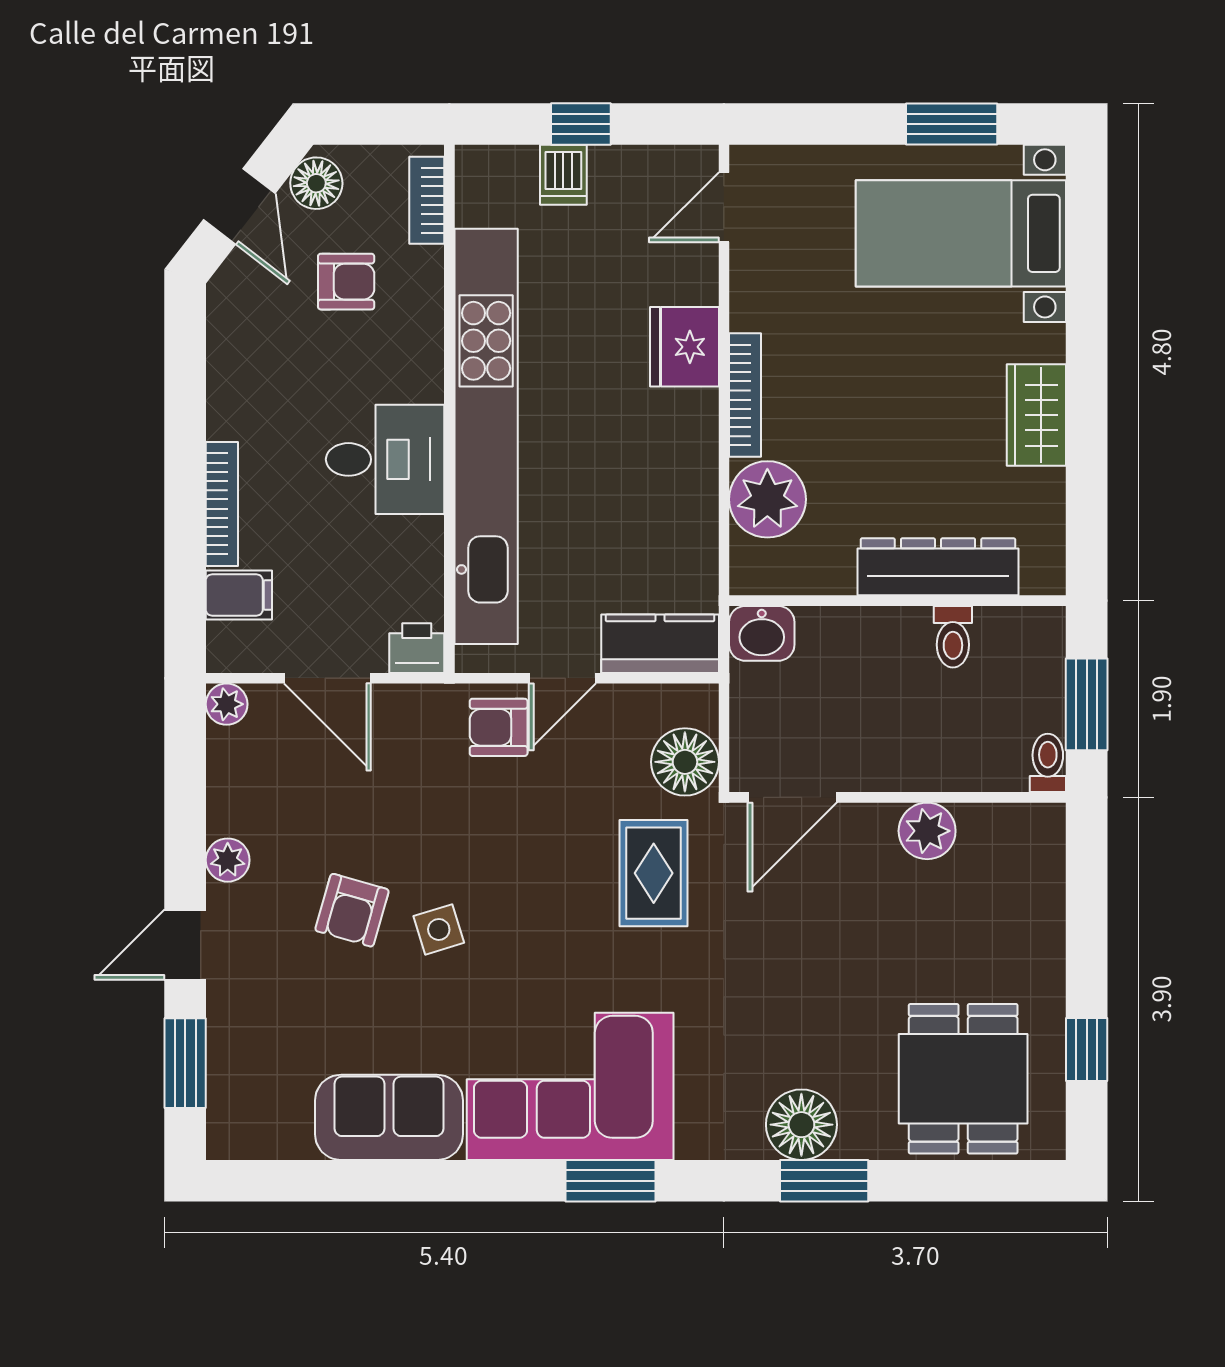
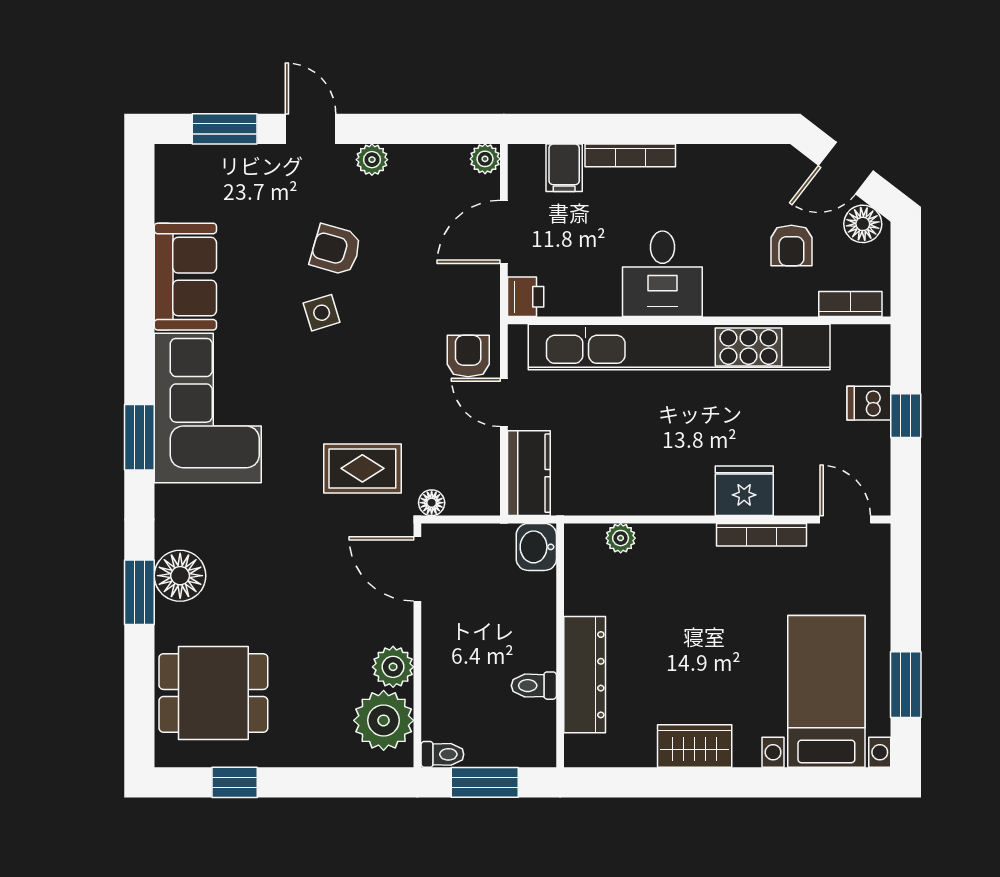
bookcase: (745, 395) -> (762, 535), moved
plant: (767, 499) -> (621, 538), width x0.53, depth x0.53
floor lamp: (685, 762) -> (432, 503), width x0.53, depth x0.53
plant: (1001, 844) -> (384, 720), added

